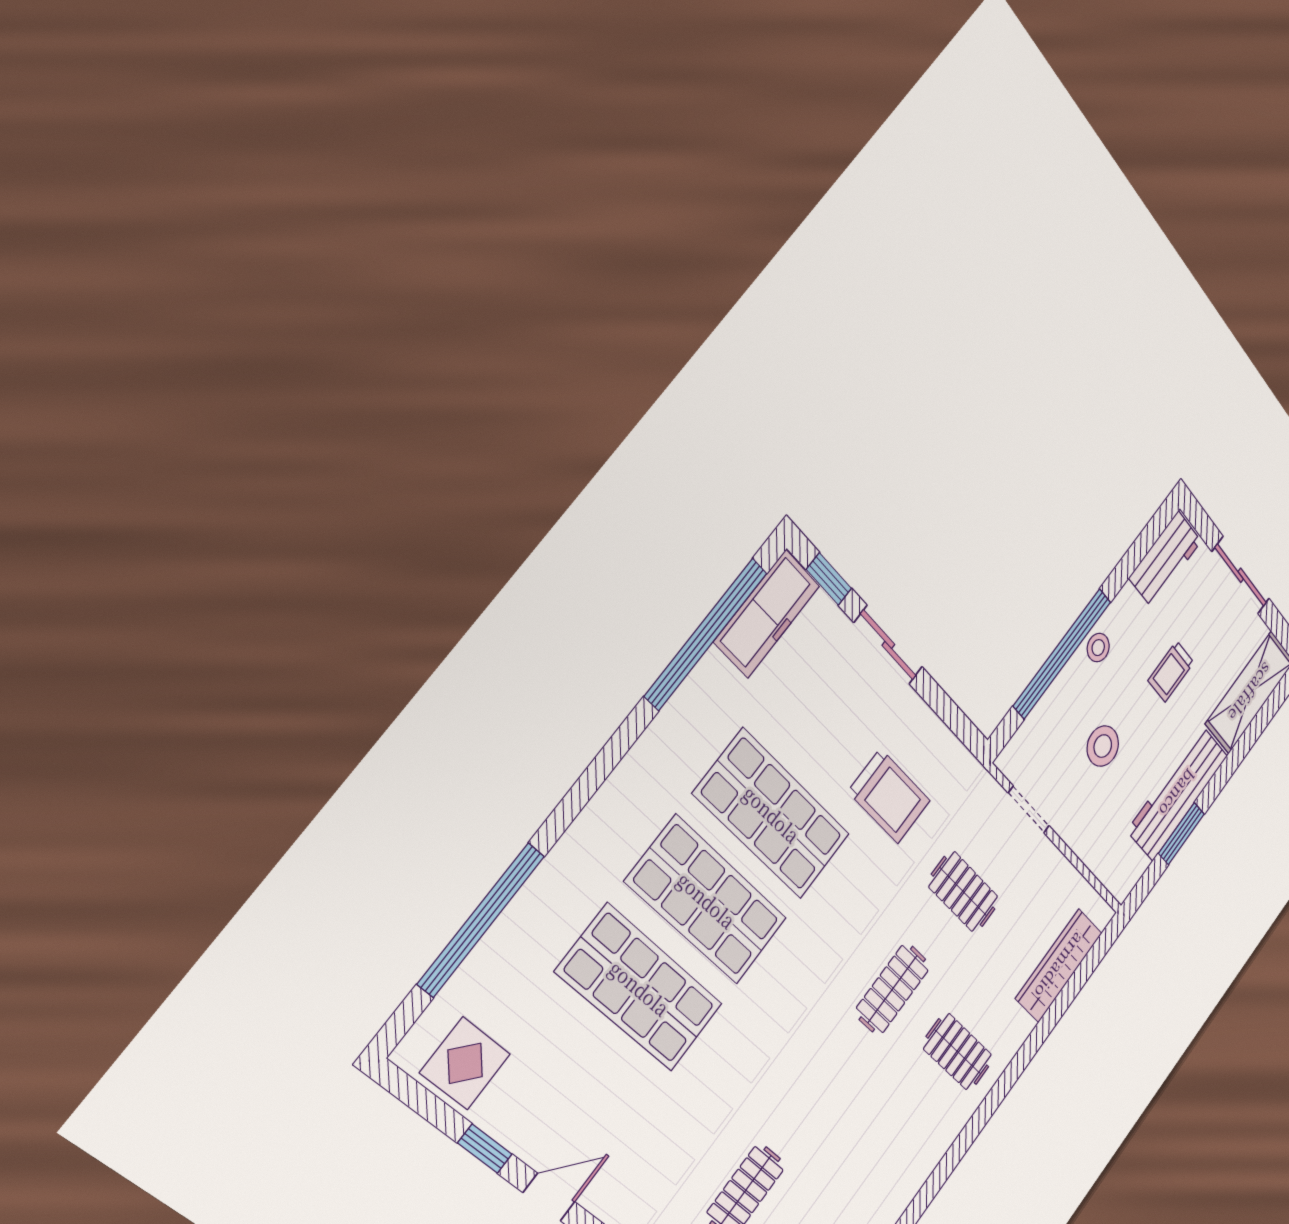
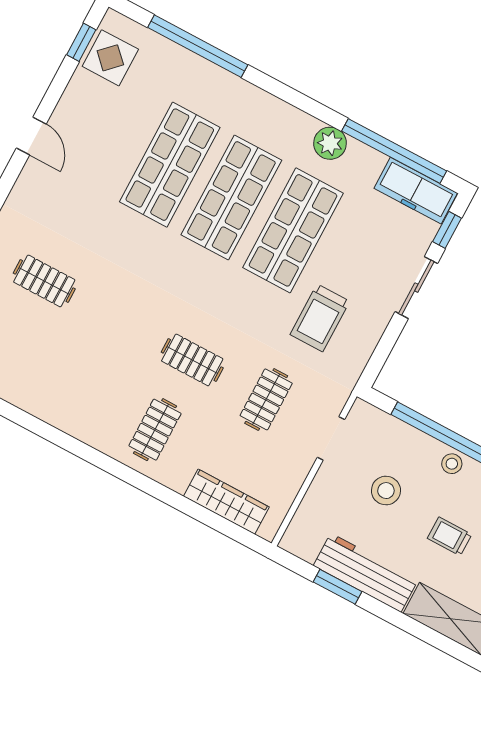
plant: (671, 733) -> (330, 143), added
window: (485, 1149) -> (81, 42), moved

